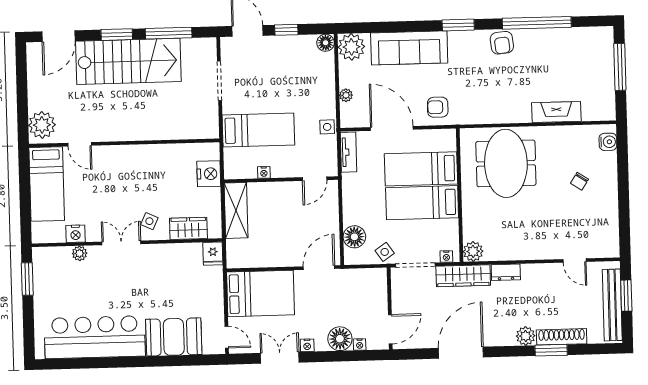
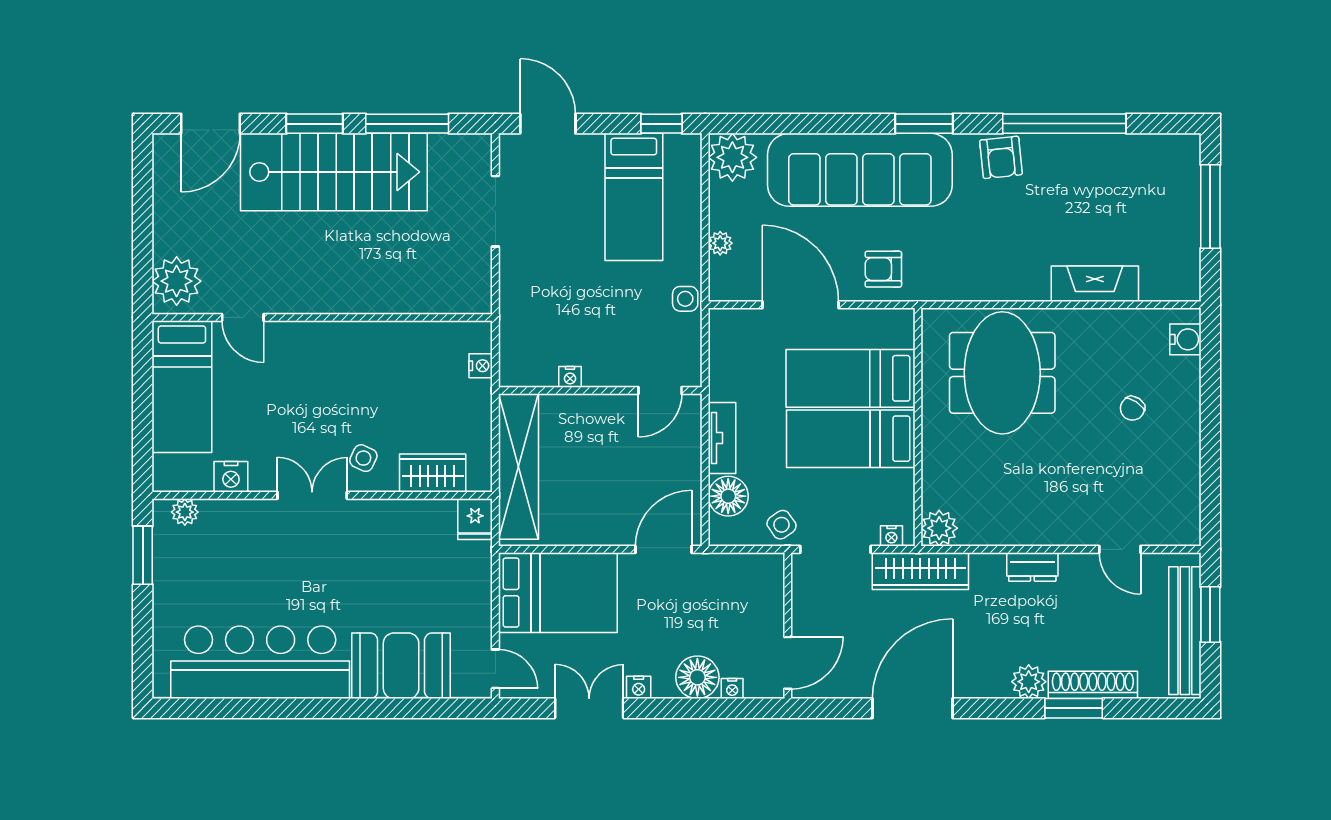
window: (286, 30) -> (661, 124), moved
floor lamp: (326, 43) -> (687, 149), removed
sofa: (409, 48) -> (860, 170), width x1.36, depth x1.27
bed: (258, 130) -> (634, 197), moved, turned 90
tv unit: (348, 152) -> (722, 438), moved
nightstand: (209, 174) -> (481, 366), width x0.53, depth x0.56
shelving: (236, 210) -> (518, 467), width x1.47
plant: (80, 253) -> (185, 512), moved
dresser: (506, 272) -> (1032, 567), moved

